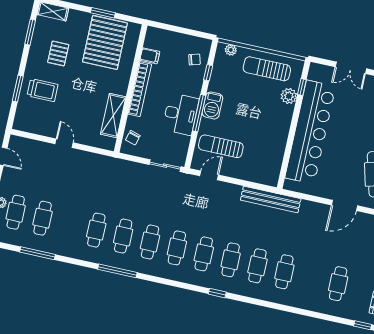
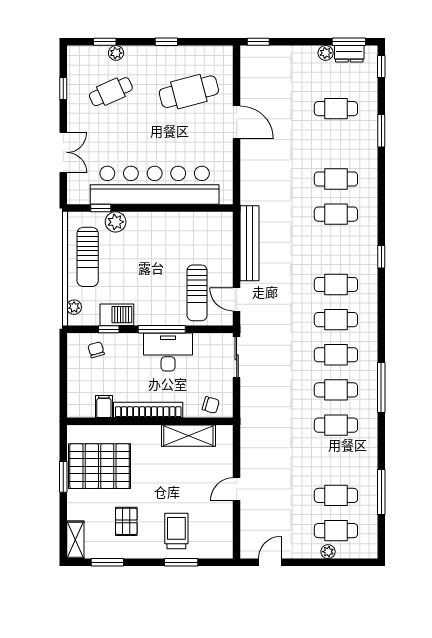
pallet: (58, 53) -> (126, 521), turned 90
barbecue: (212, 105) -> (117, 315), moved
bench: (271, 199) -> (250, 243), moved
cafe table: (231, 260) -> (336, 249), removed
window: (314, 314) -> (381, 131), added

